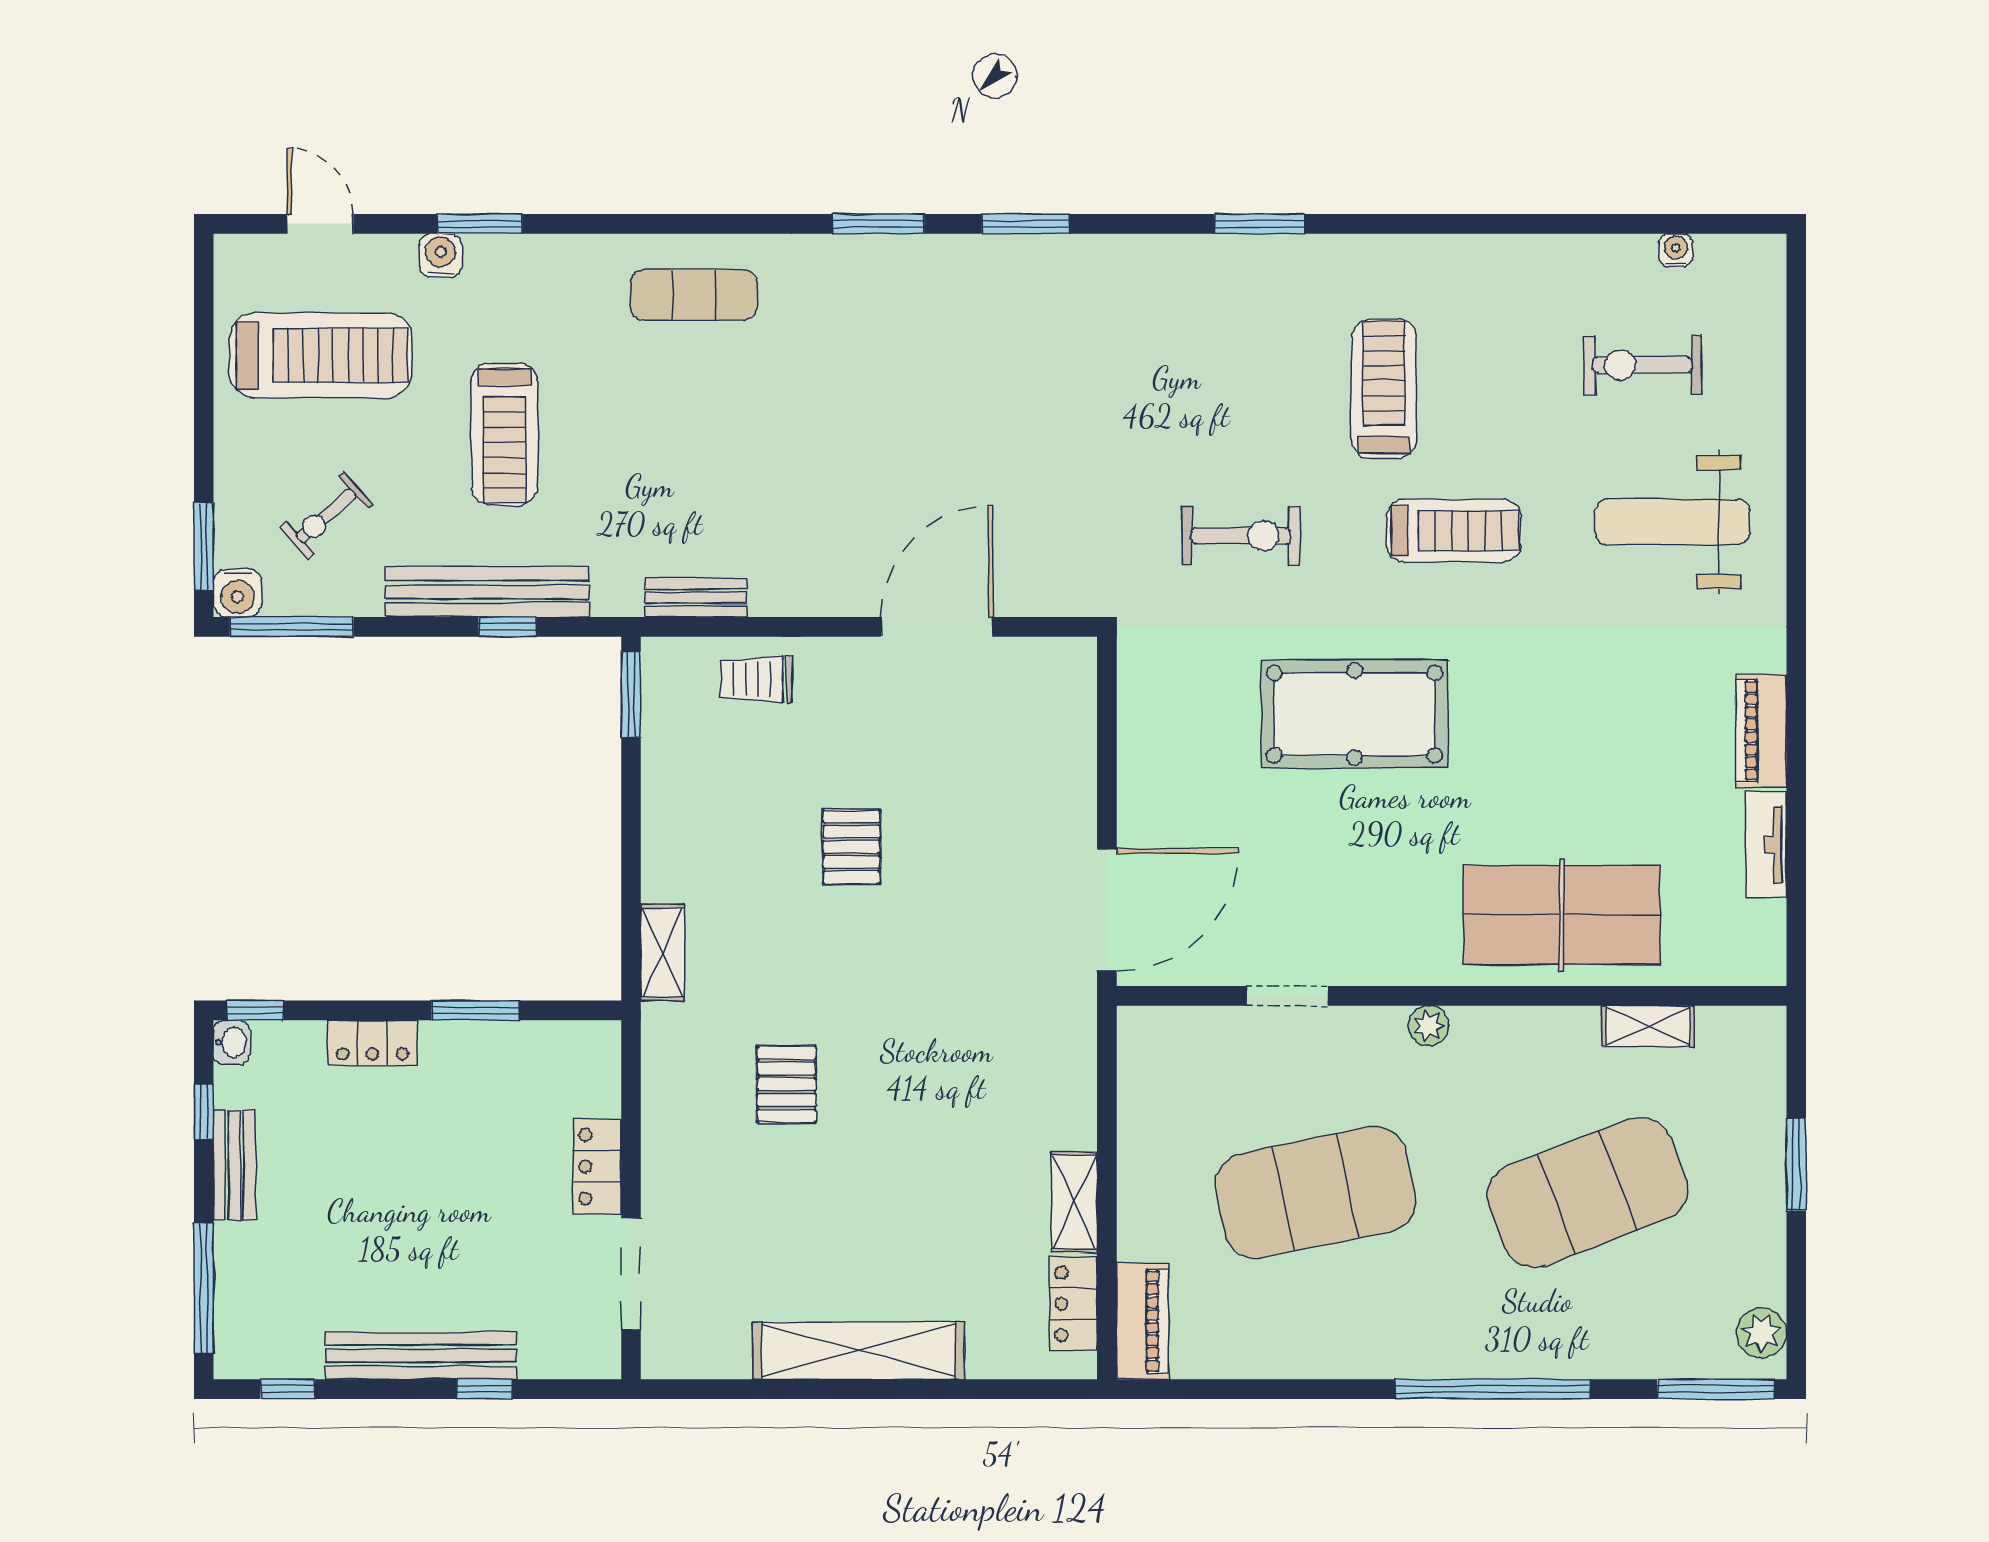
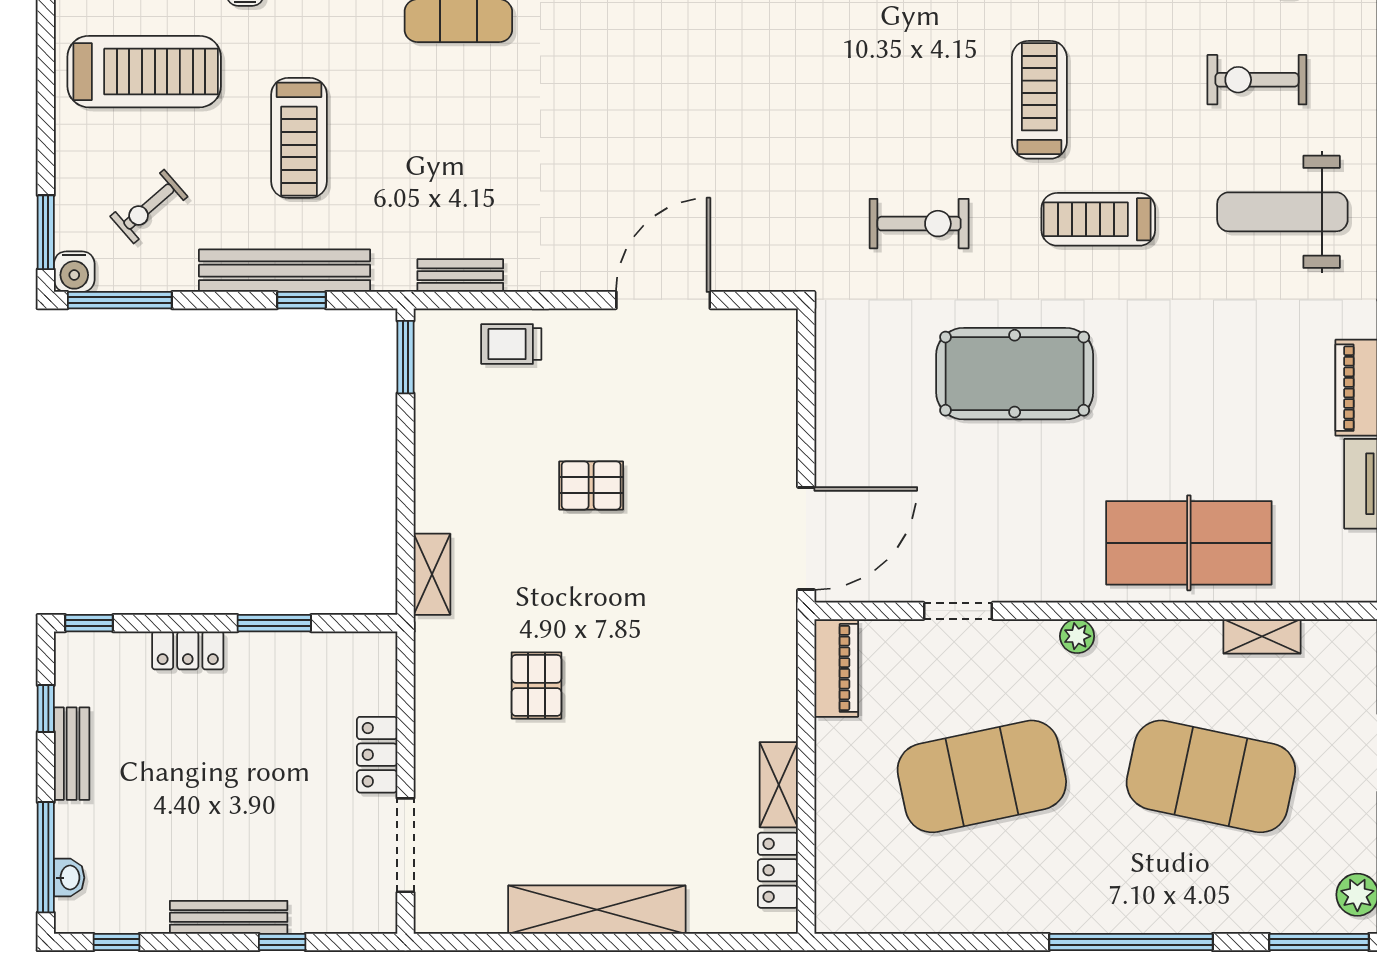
treadmill: (1454, 531) -> (1098, 219), turned 180
pallet: (851, 847) -> (591, 485), turned 90
washbasin: (231, 1042) -> (69, 878), moved
exercise mat: (1588, 1192) -> (1211, 776), turned 33
piano: (1142, 1321) -> (836, 668), moved
bench: (421, 1356) -> (229, 917), width x0.73, depth x0.82

